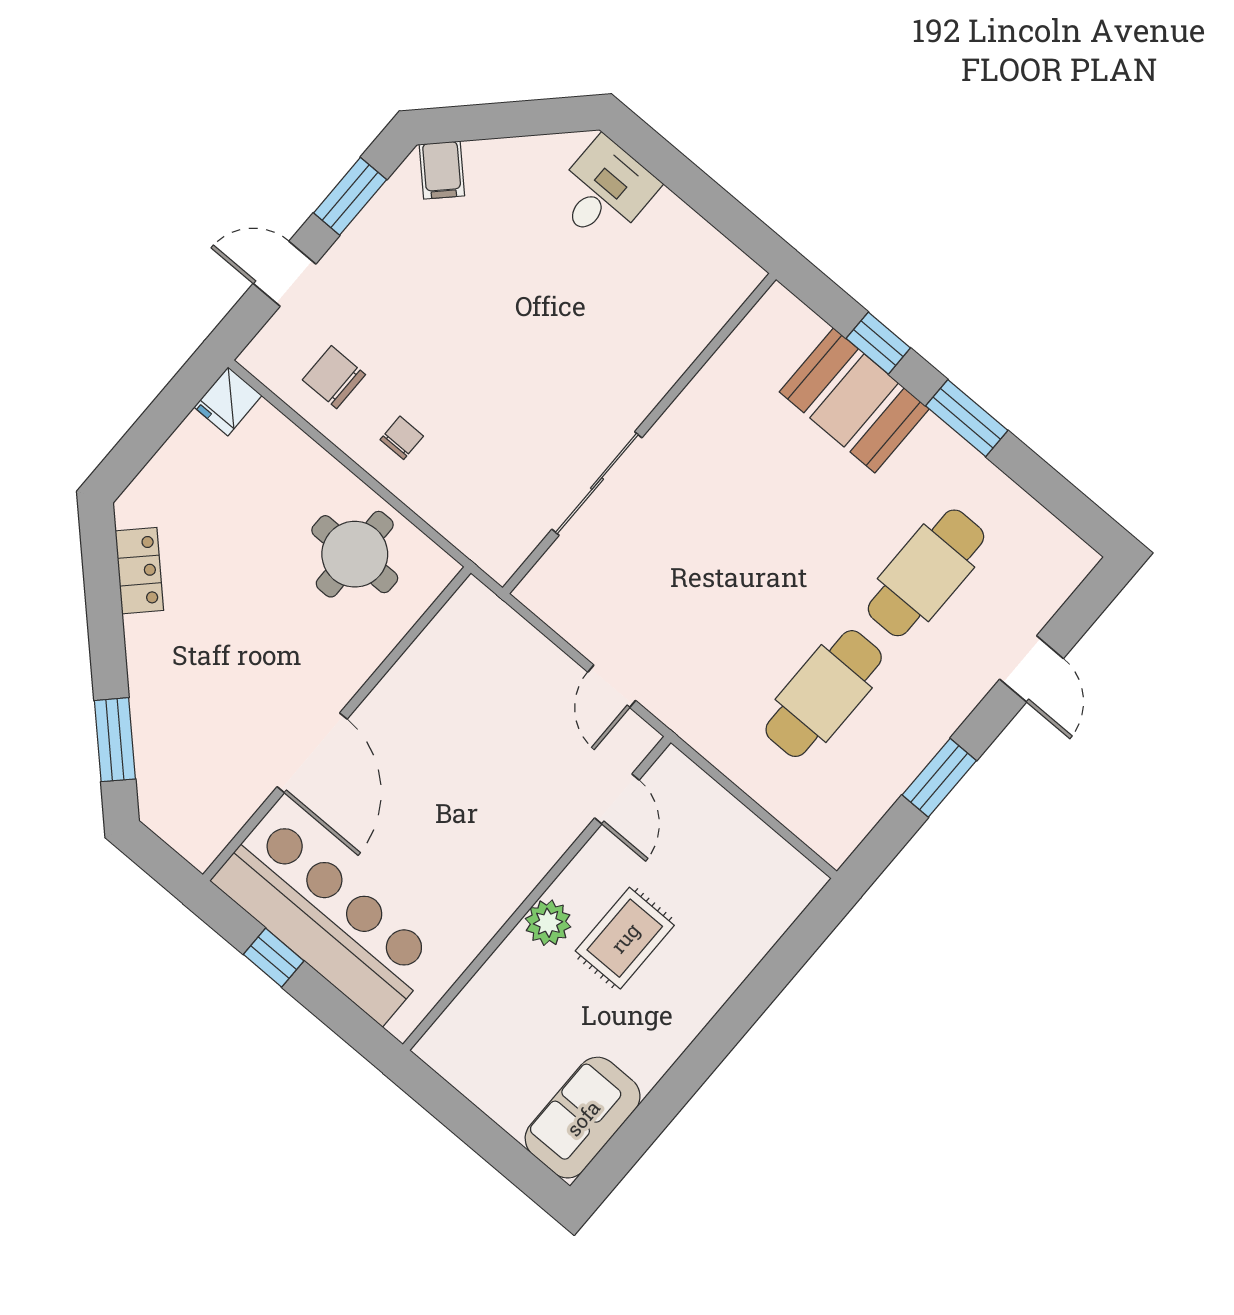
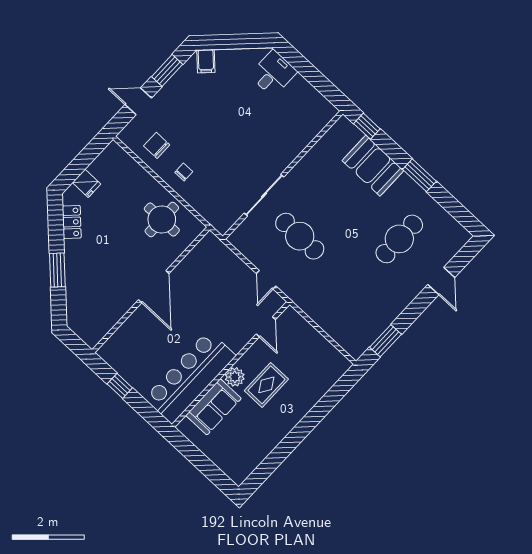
window: (878, 343) -> (367, 126), moved
fridge: (228, 401) -> (87, 183), moved, turned -90
cafe table: (824, 694) -> (300, 236), moved, turned 90
window: (115, 740) -> (57, 270), moved
door: (312, 753) -> (154, 287), moved
window: (939, 778) -> (386, 341), moved
bar counter: (326, 919) -> (190, 377), moved, turned -90
sofa: (583, 1118) -> (213, 407), moved, turned 180

